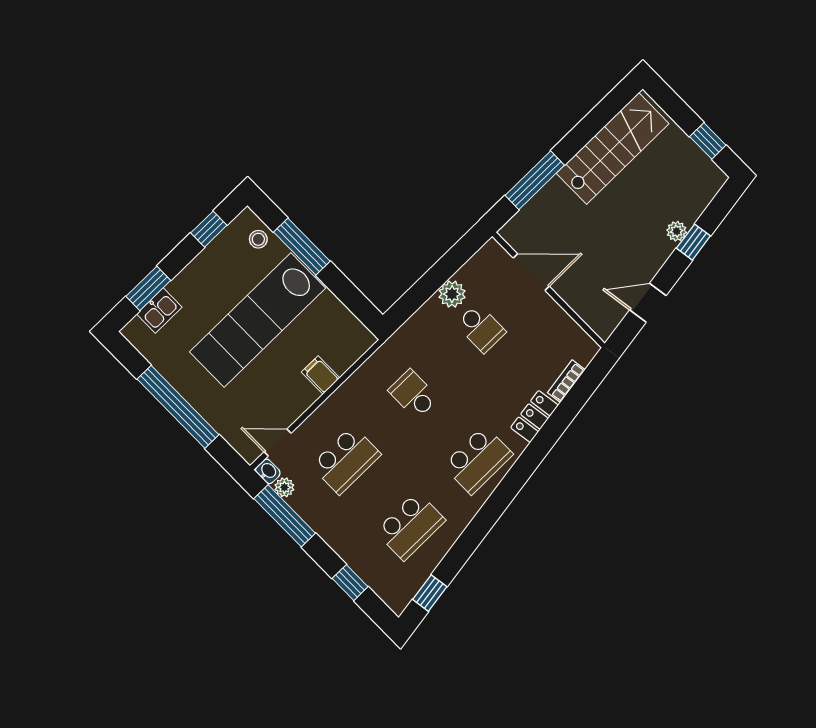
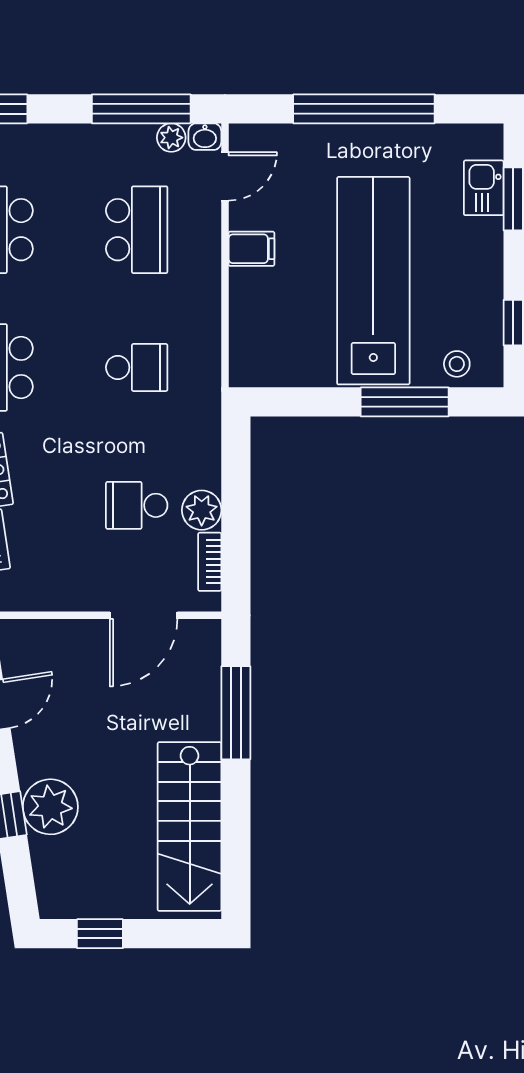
plant: (677, 231) -> (50, 807), width x1.88, depth x1.88
bookcase: (473, 265) -> (210, 562), added
filing cabinet: (321, 375) -> (251, 249), moved
school desk: (346, 460) -> (137, 230), turned 180

